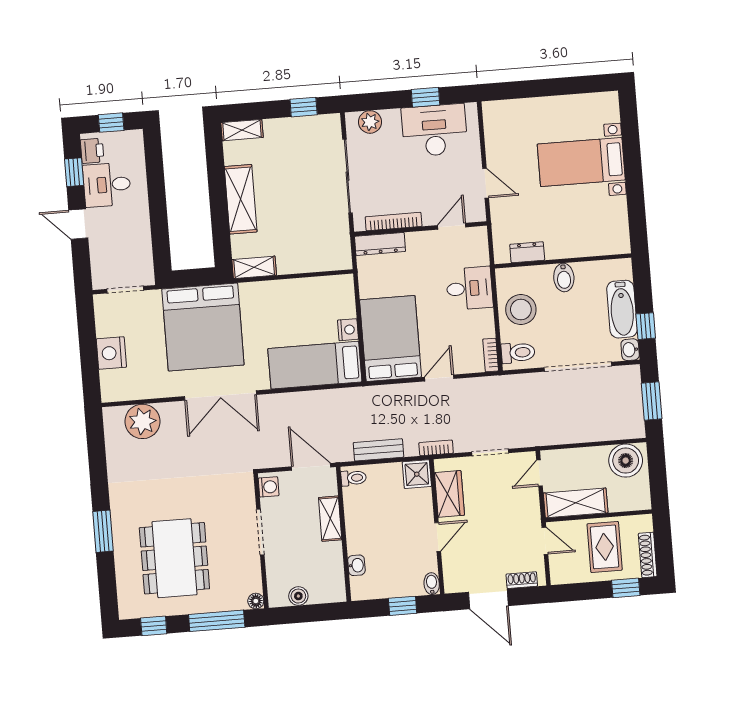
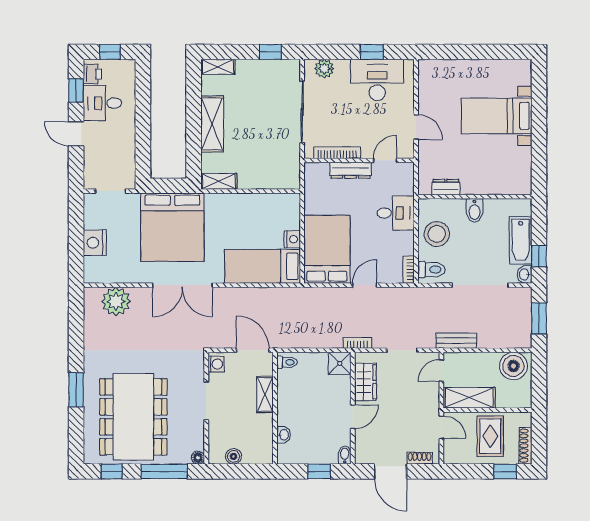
dresser: (380, 244) -> (351, 170), moved
bench: (378, 450) -> (456, 341), moved
dining table: (174, 558) -> (133, 417), width x1.36, depth x1.24

